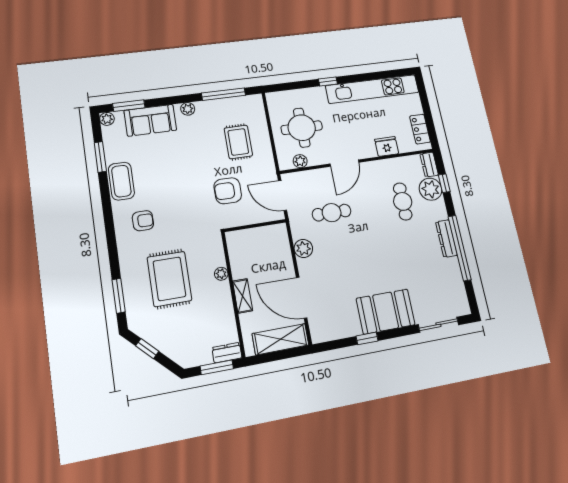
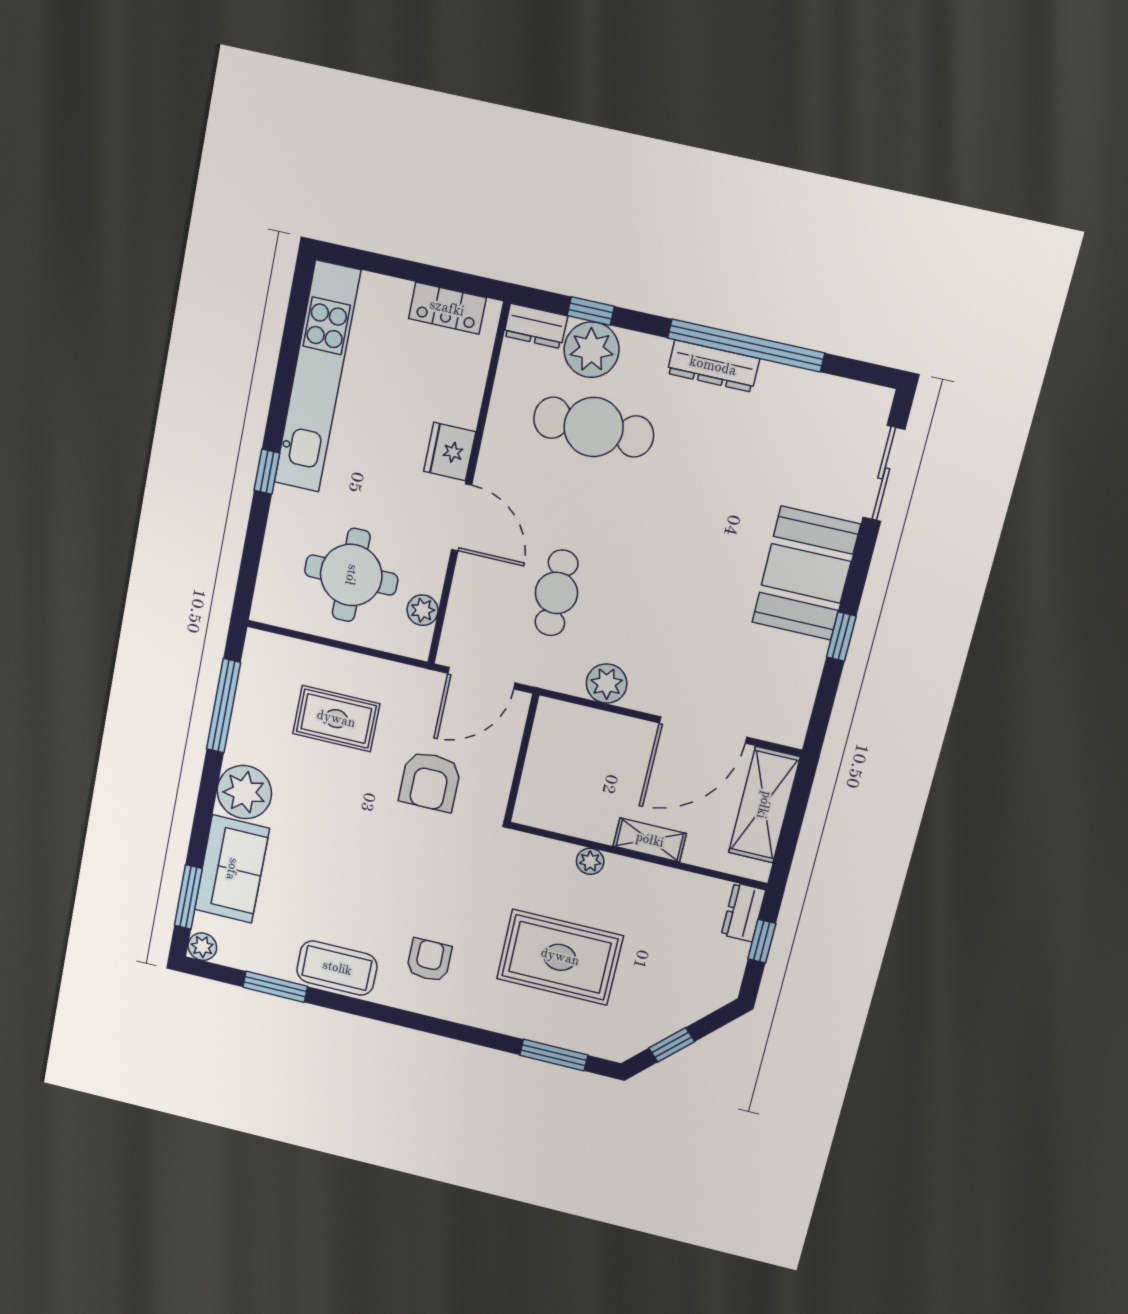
plant: (188, 109) -> (244, 792), width x1.88, depth x1.88
fridge: (387, 146) -> (450, 451), moved
cafe table: (403, 201) -> (594, 427), width x1.37, depth x1.35
window: (217, 367) -> (762, 941), width x0.67

